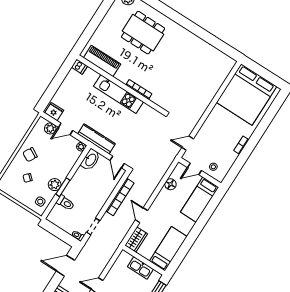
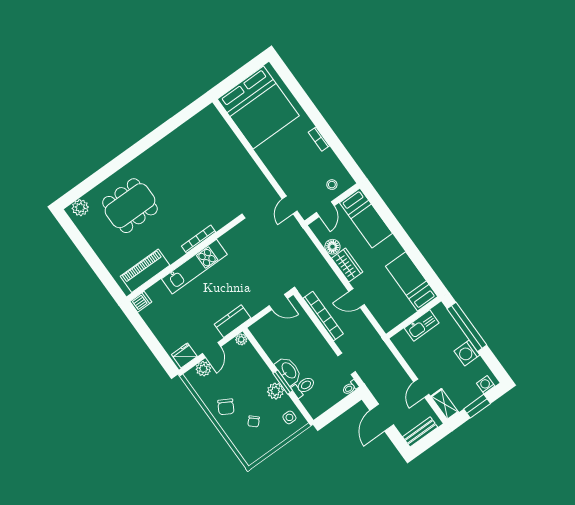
kitchen counter: (96, 139) -> (233, 321), width x0.67
washbasin: (90, 160) -> (288, 371), moved
wardrobe: (136, 240) -> (347, 265), moved

